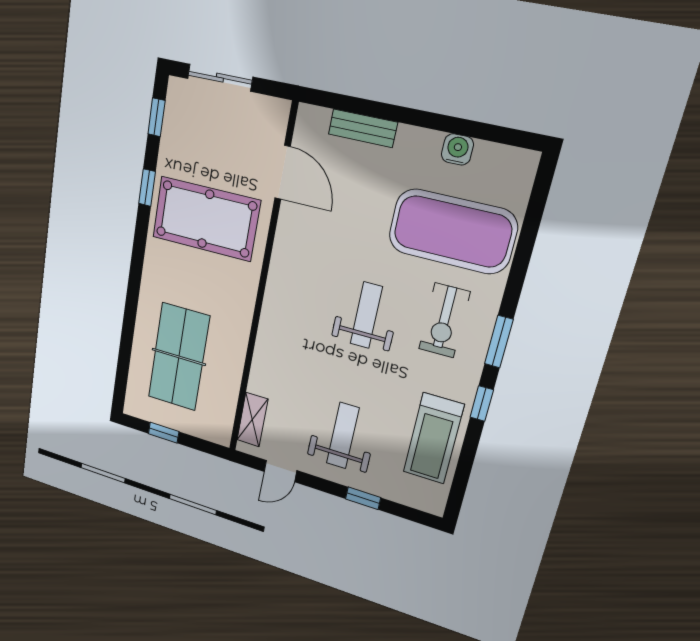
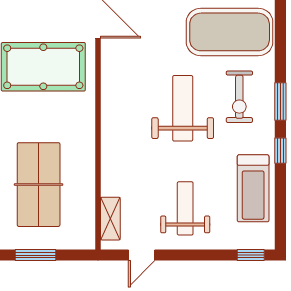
weight bench: (366, 315) -> (183, 108), width x1.36, depth x1.33
window: (164, 433) -> (36, 255), width x1.50
window: (363, 498) -> (251, 255), moved

